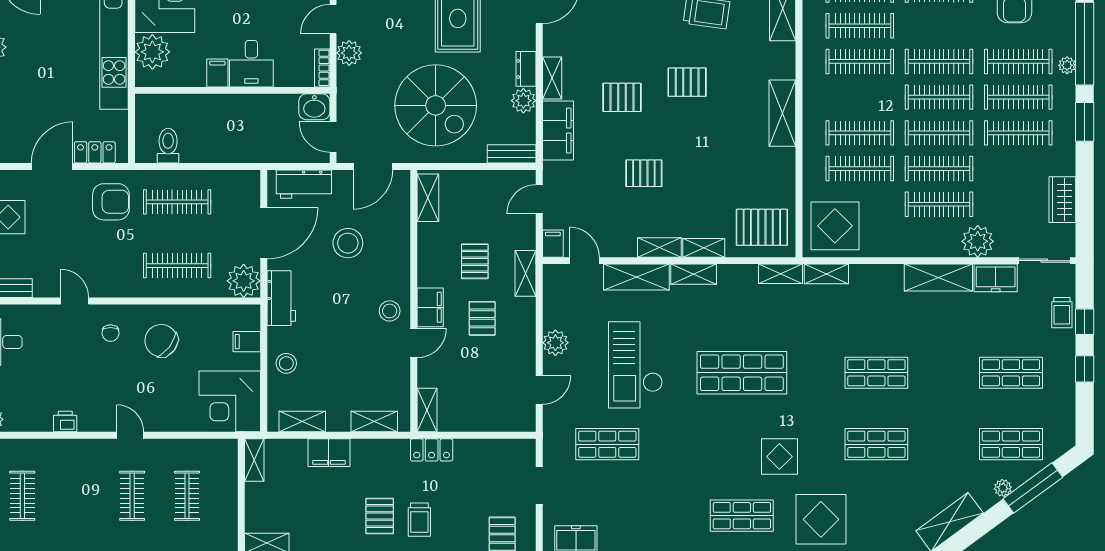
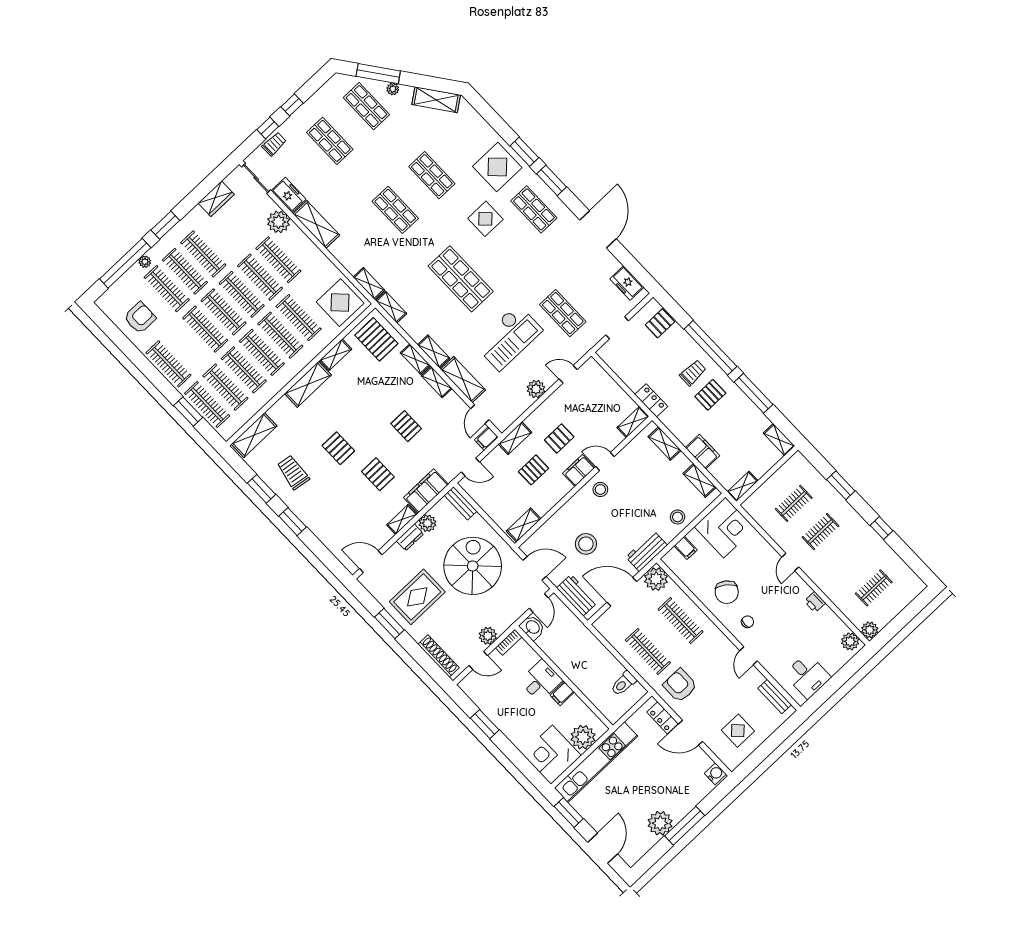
clothes rail: (860, 97) -> (262, 352), added
shelving: (786, 170) -> (336, 355), added

